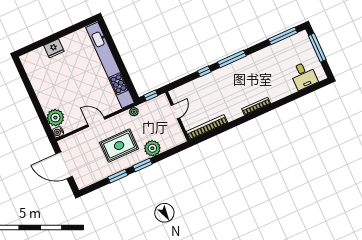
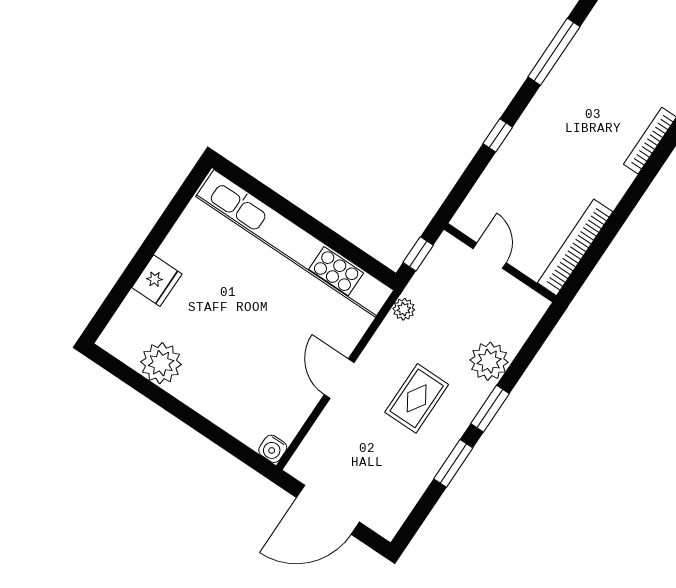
window: (232, 59) -> (554, 52), moved
plant: (55, 118) -> (161, 363), moved
door: (96, 122) -> (339, 379), hinge flipped
rug: (119, 146) -> (417, 398), width x0.73, depth x0.70

